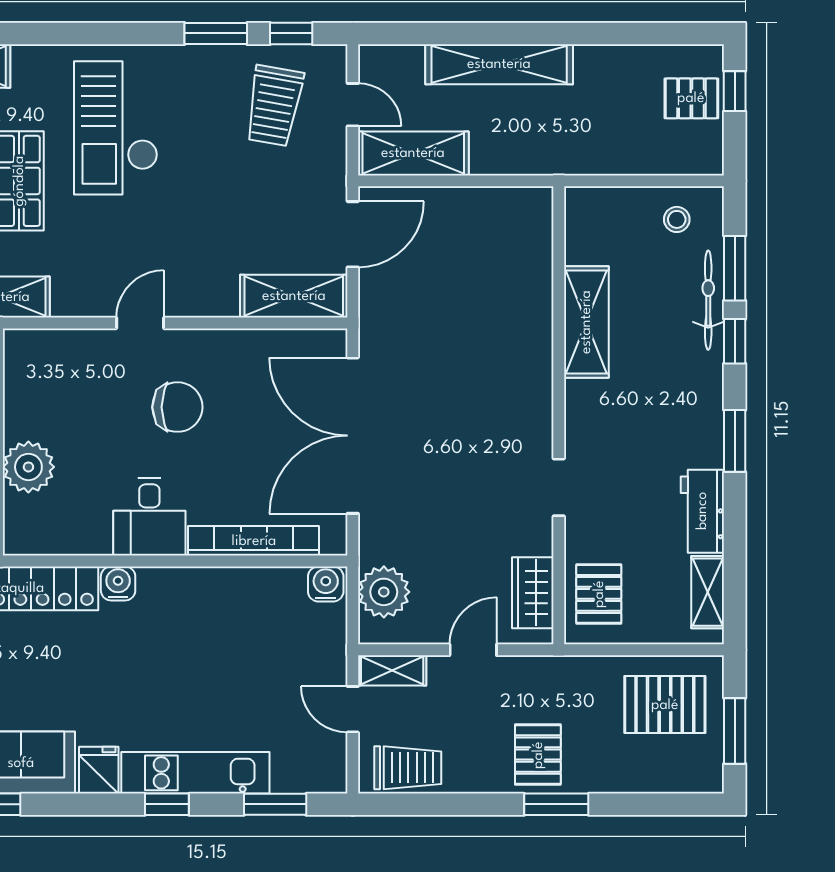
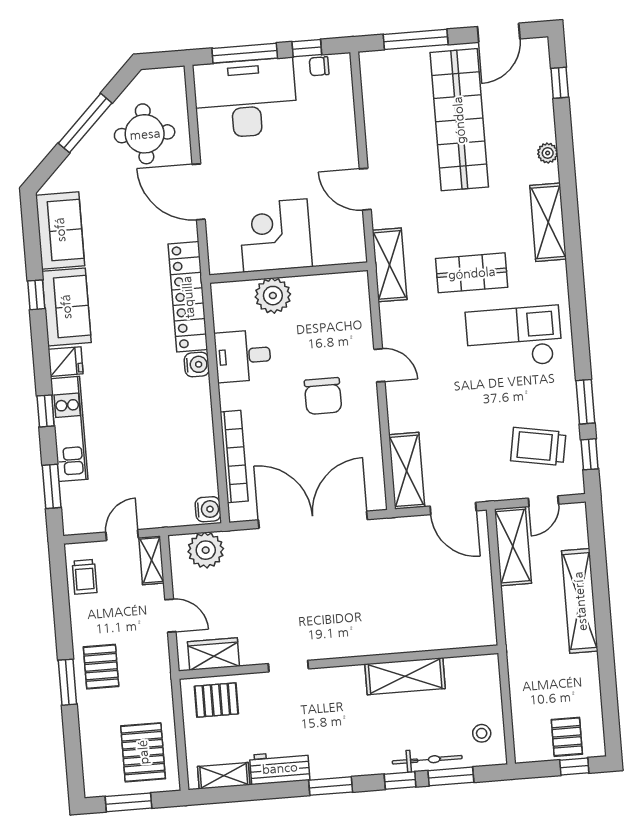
desk: (149, 517) -> (243, 356), moved
pallet: (538, 755) -> (101, 667), turned 90
trolley: (408, 768) -> (85, 577), width x0.73, depth x0.72

